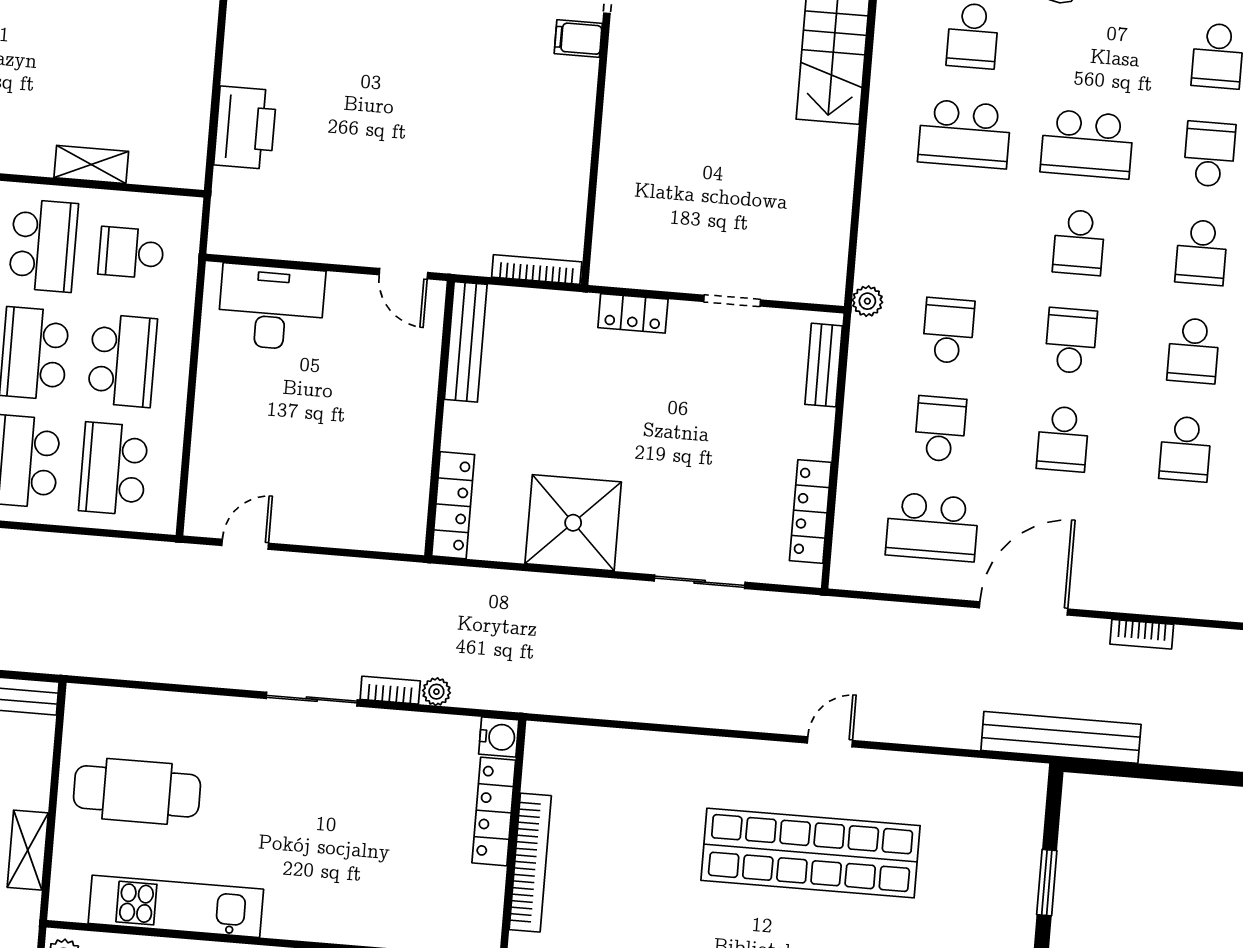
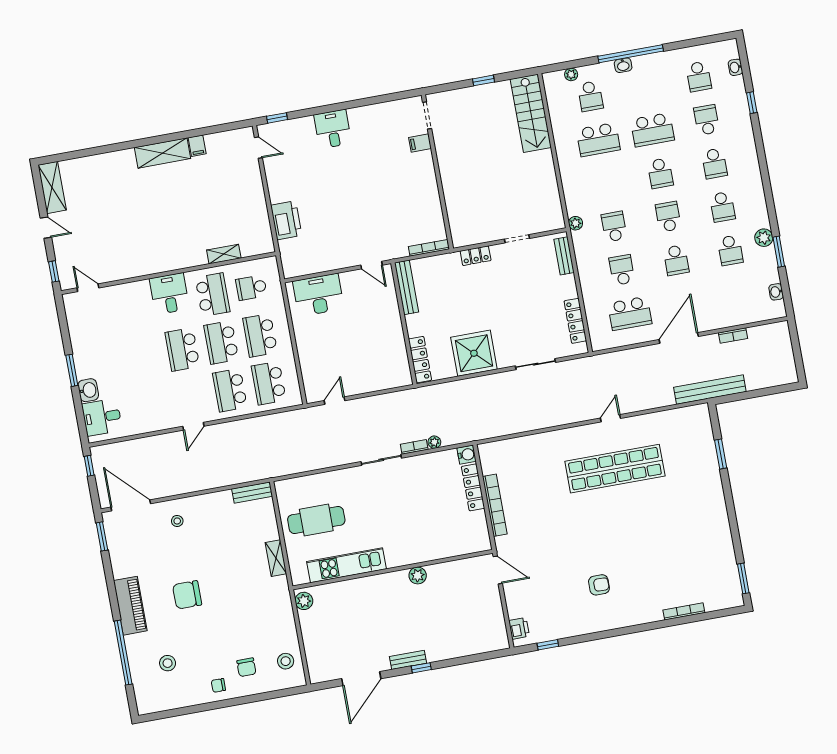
school desk: (122, 361) -> (260, 335), turned 180

